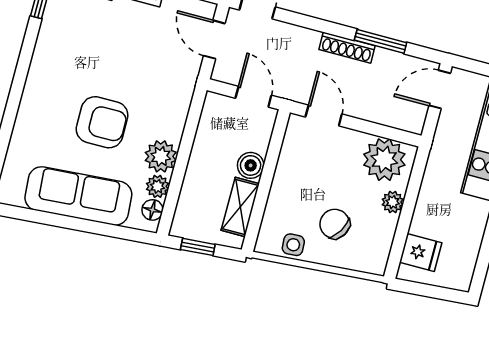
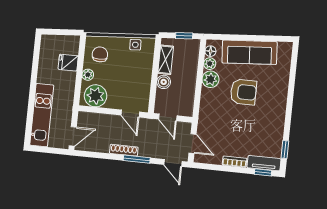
window: (381, 41) -> (137, 159), moved
armchair: (102, 122) -> (243, 92), turned 180
chair: (335, 224) -> (100, 54), moved, turned -121
fridge: (421, 253) -> (68, 63), moved

